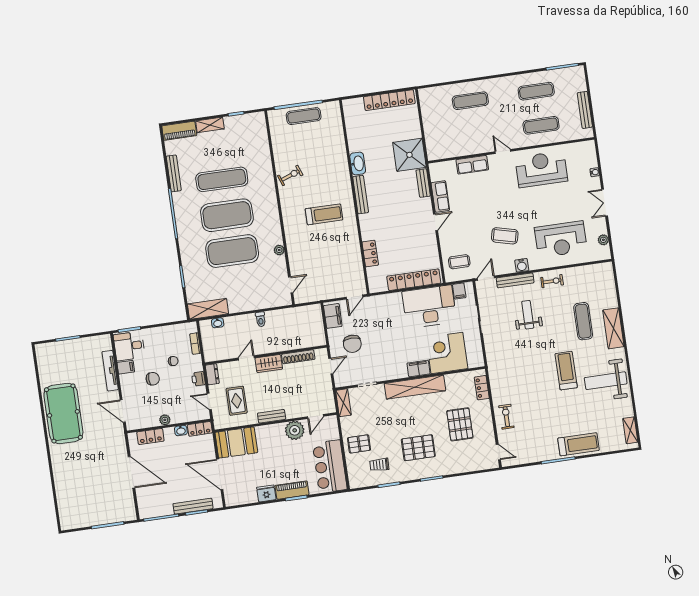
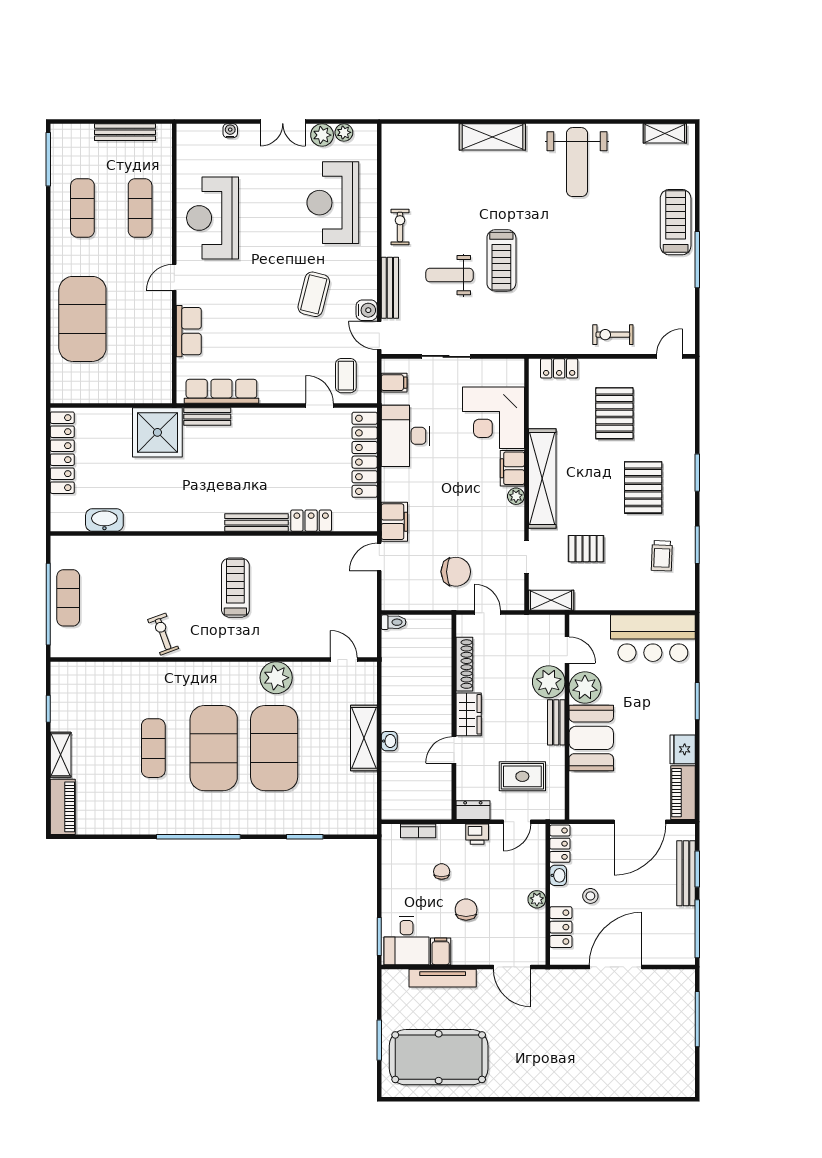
exercise mat: (470, 101) -> (82, 319), width x2.00, depth x1.45
washbasin: (358, 164) -> (104, 520), moved
bench: (174, 173) -> (132, 826), removed
exercise mat: (222, 179) -> (153, 748), width x0.73, depth x0.69
bench: (361, 195) -> (256, 523), moved
row of seats: (440, 196) -> (221, 391), width x1.48
door: (435, 222) -> (320, 405), moved
plant: (600, 227) -> (322, 135), added
reception desk: (561, 239) -> (333, 203), turned 180
plant: (279, 250) -> (276, 678), width x1.88, depth x1.88
water cooler: (522, 265) -> (367, 310), moved
door: (354, 297) -> (379, 557), swing flipped
desk: (429, 307) -> (405, 436), width x0.73, depth x0.77
shelving: (208, 309) -> (364, 738), moved
filing cabinet: (333, 316) -> (394, 522), moved, turned 90
toilet: (261, 319) -> (394, 622), moved
exercise mat: (583, 321) -> (473, 185), removed
washbasin: (218, 323) -> (389, 741), moved
door: (246, 358) -> (454, 750), hinge flipped
treadmill: (566, 371) -> (501, 260), moved, turned -90
plant: (402, 373) -> (516, 496), added
plant: (295, 408) -> (549, 682), added
door: (123, 411) -> (512, 967), hinge flipped
pool table: (63, 413) -> (439, 1057), moved
pallet: (460, 424) -> (614, 413), turned 90
booth: (236, 442) -> (591, 738), moved
pallet: (359, 444) -> (586, 549), moved, turned 90
stool: (171, 451) -> (590, 896), added
piano: (292, 490) -> (683, 793), moved

